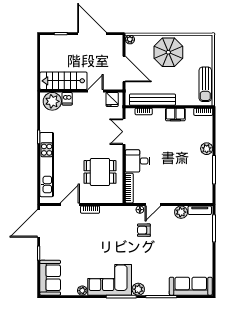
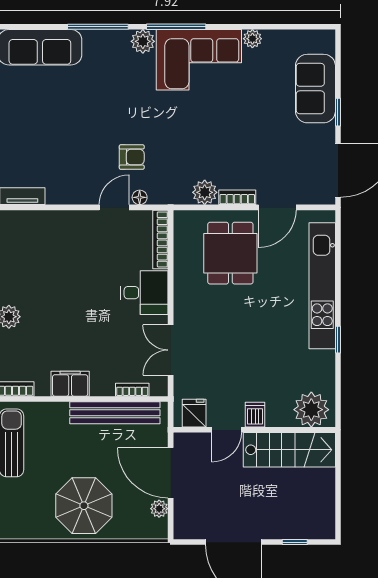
plant: (130, 39) -> (159, 509), moved
dishwasher: (67, 99) -> (255, 415), moved
double door: (124, 132) -> (171, 350), swing flipped
dining table: (100, 172) -> (230, 253), moved, turned 90
plant: (181, 212) -> (205, 192), moved
sofa: (50, 278) -> (315, 89), moved

